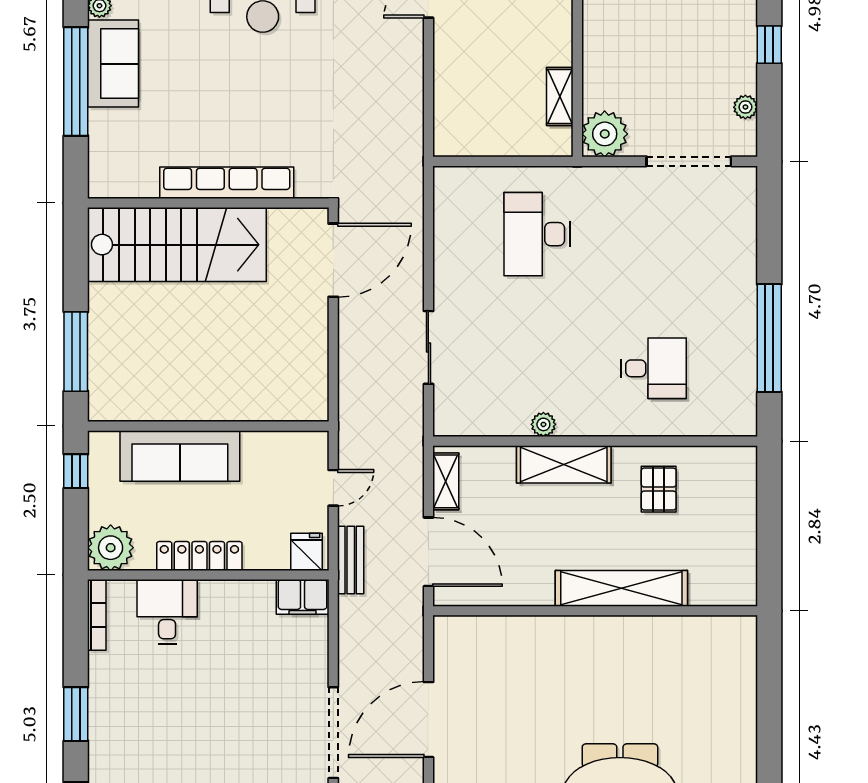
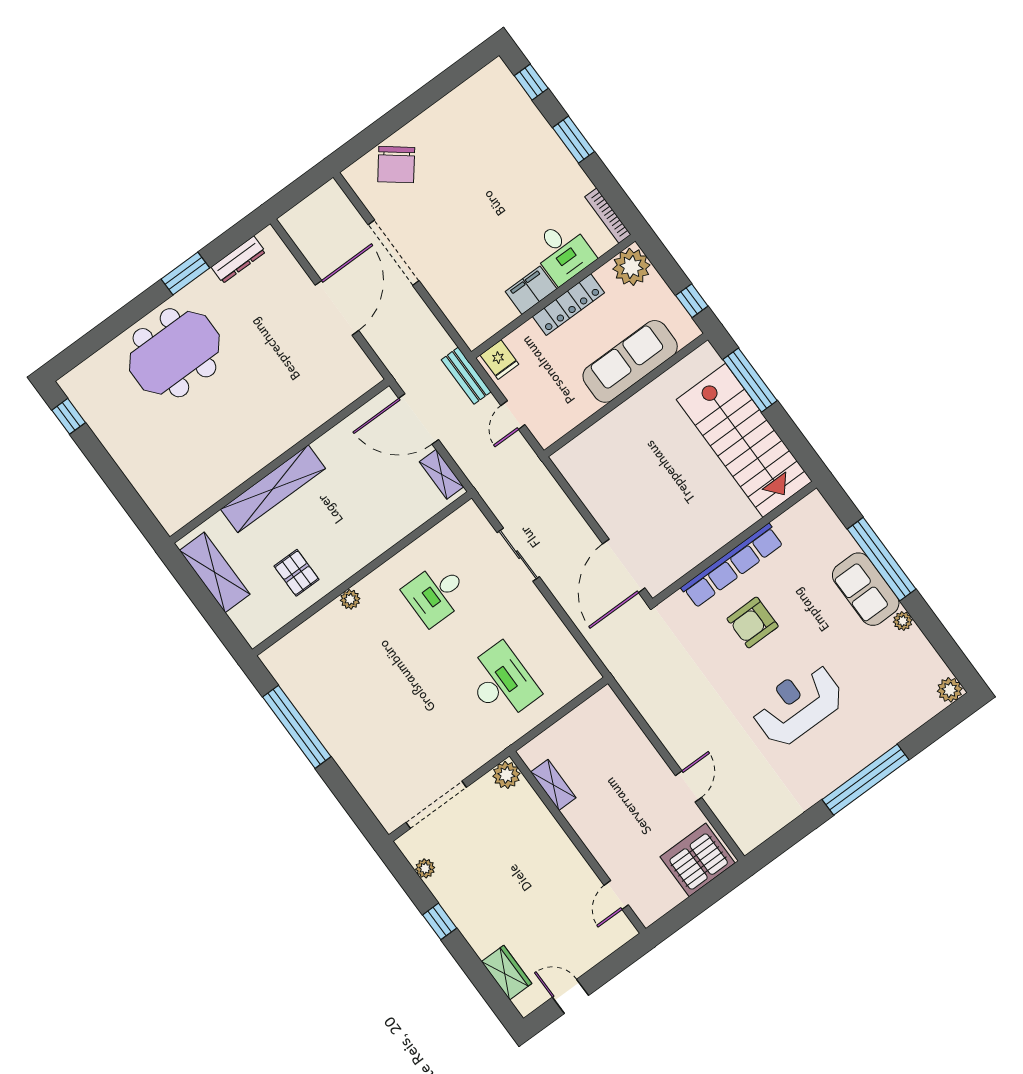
armchair: (248, 112) -> (753, 622), added
plant: (605, 134) -> (506, 775), width x0.73, depth x0.73
stairs: (177, 245) -> (744, 440), moved, turned -90
desk: (653, 368) -> (436, 594), moved
plant: (543, 424) -> (350, 599), moved
shelving: (564, 464) -> (215, 572), moved, turned 90
filing cabinet: (303, 597) -> (531, 290), moved

